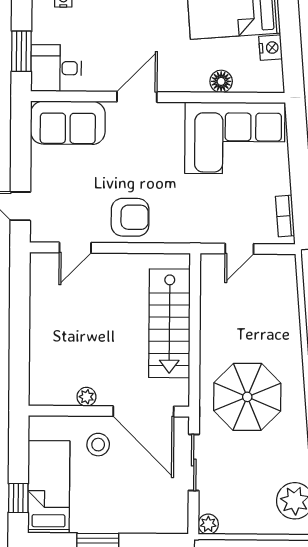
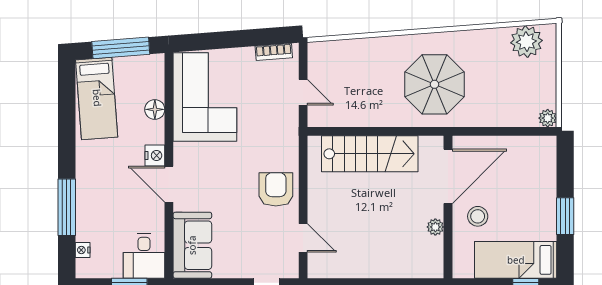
window: (291, 43) -> (121, 48), added
nightstand: (270, 48) -> (155, 155), moved, turned 94
sliding door: (194, 463) -> (493, 131), removed

